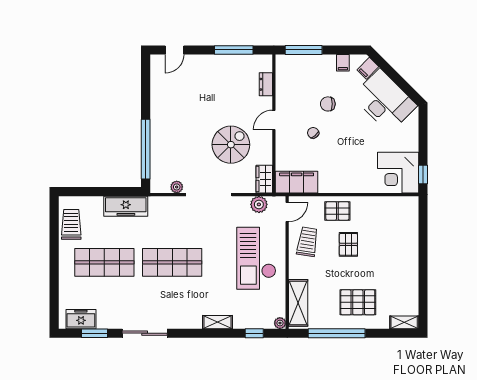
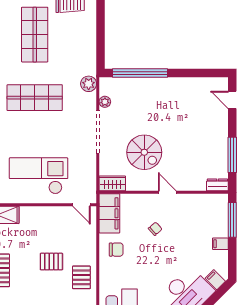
filing cabinet: (343, 63) -> (220, 244), moved
dresser: (266, 84) -> (217, 185), moved
chair: (328, 104) -> (116, 250), moved, turned 90
plant: (259, 204) -> (89, 84), moved
freezer: (126, 206) -> (87, 54), removed
pallet: (337, 211) -> (81, 277), moved
trolley: (307, 242) -> (54, 223), removed
shop shelf: (172, 262) -> (35, 98), turned 90

